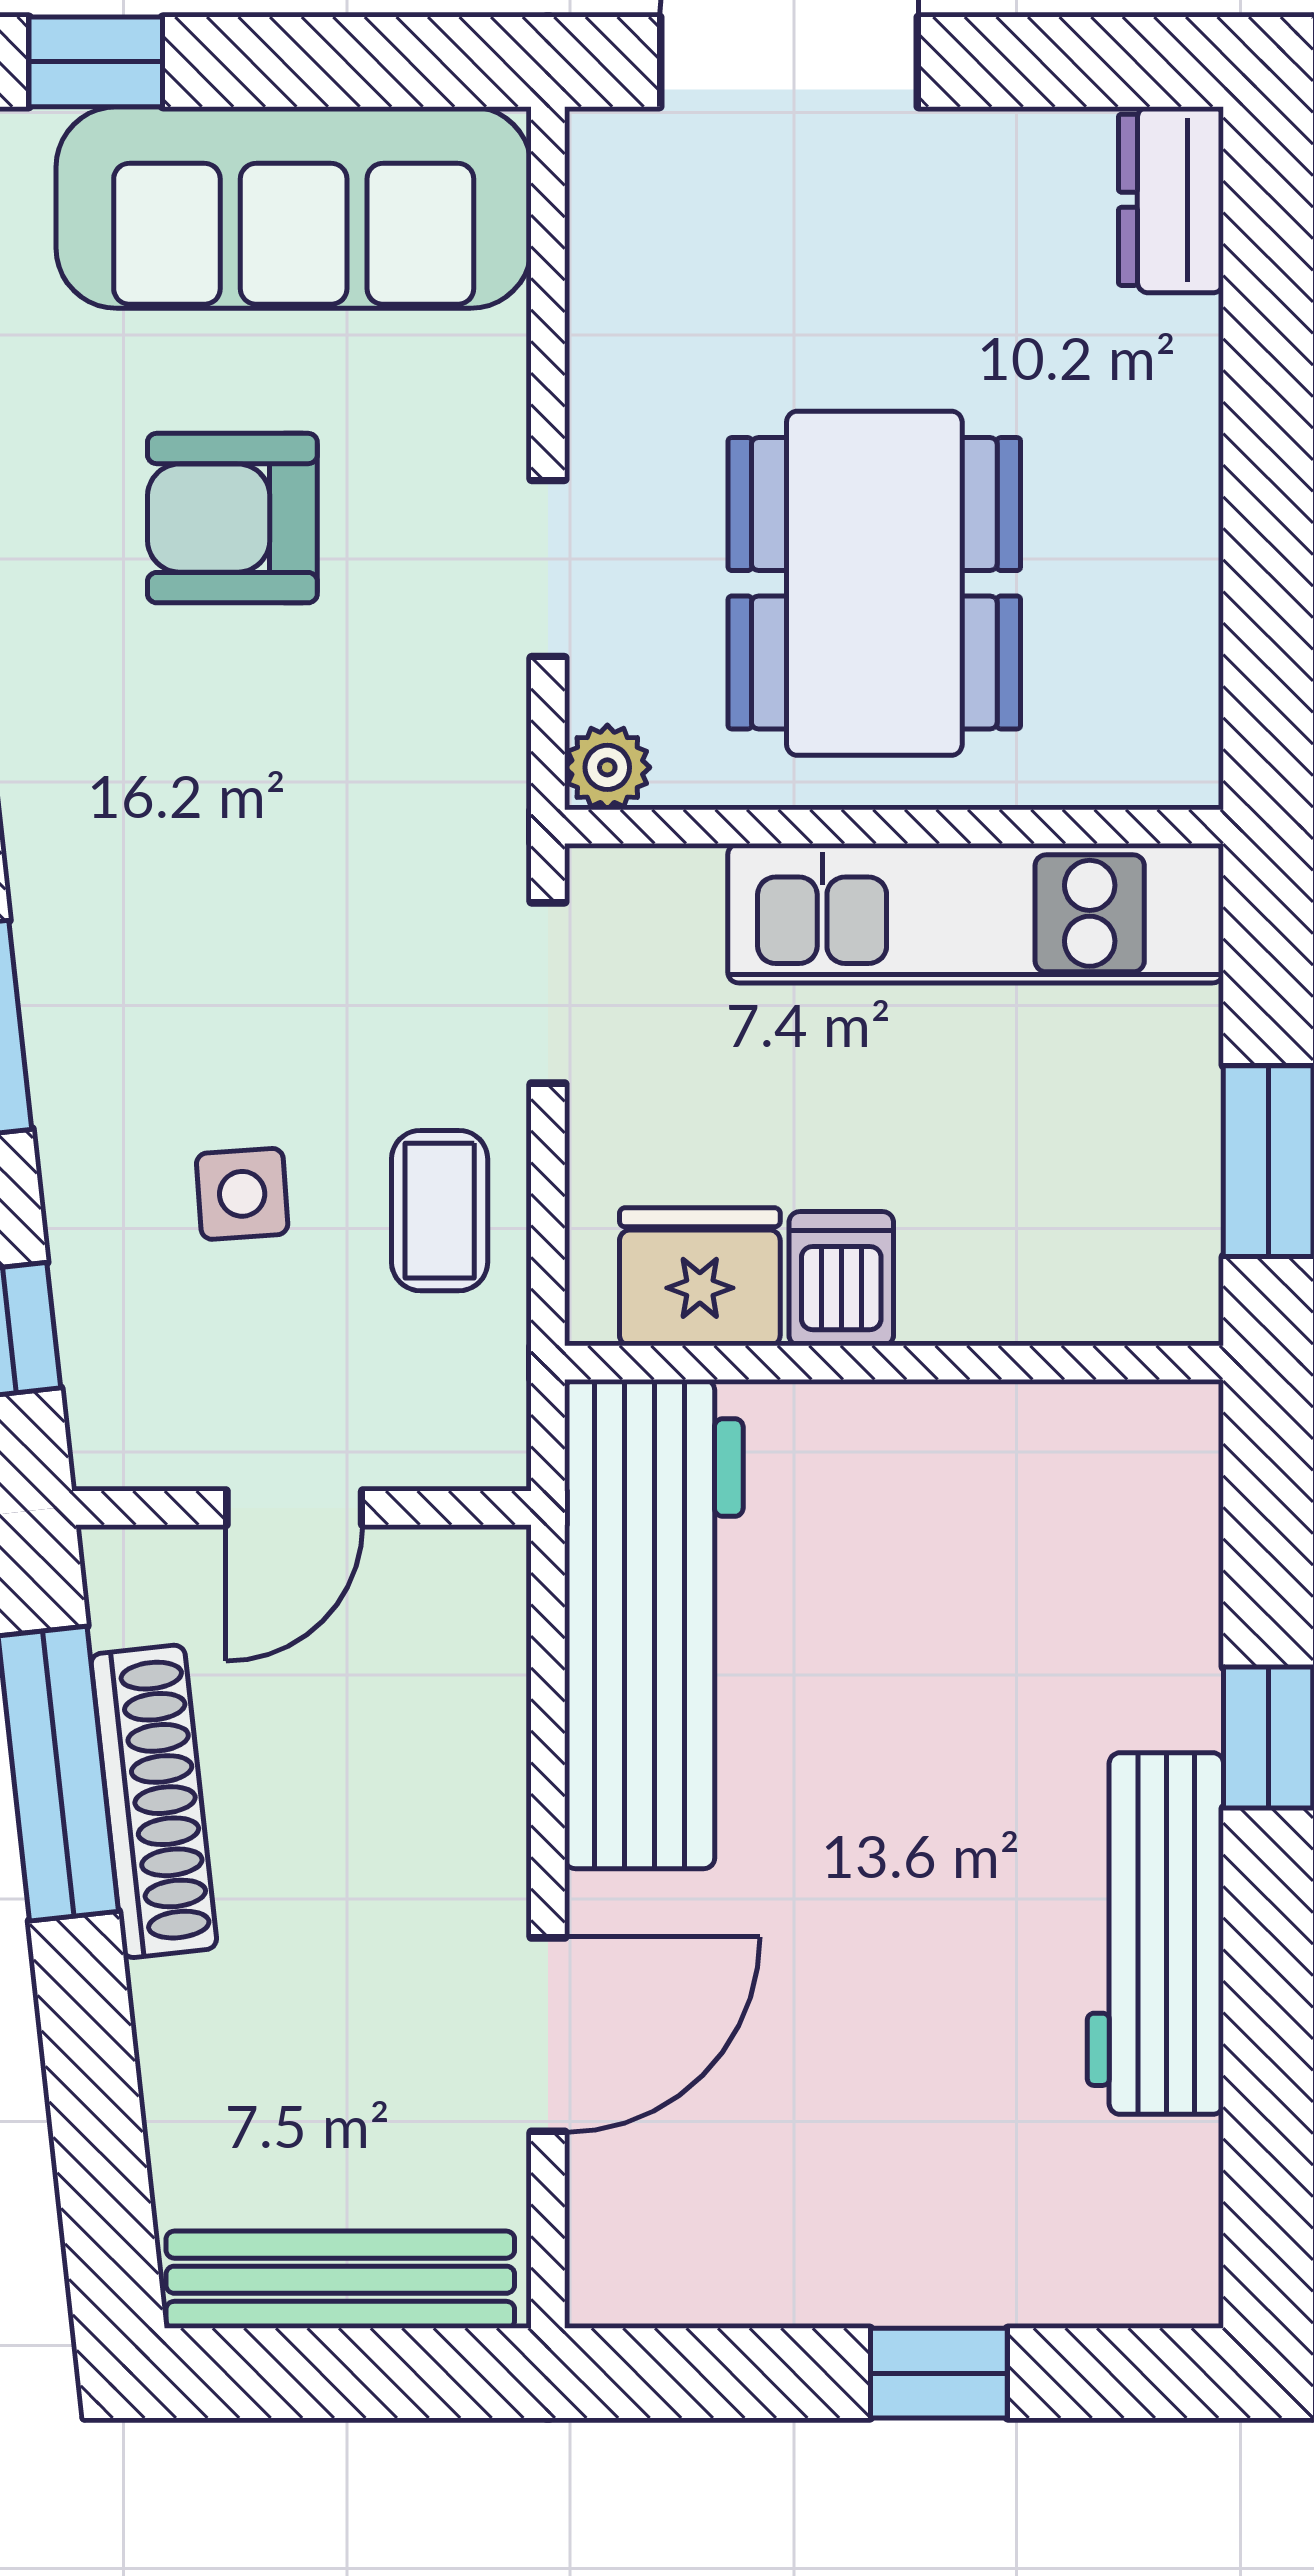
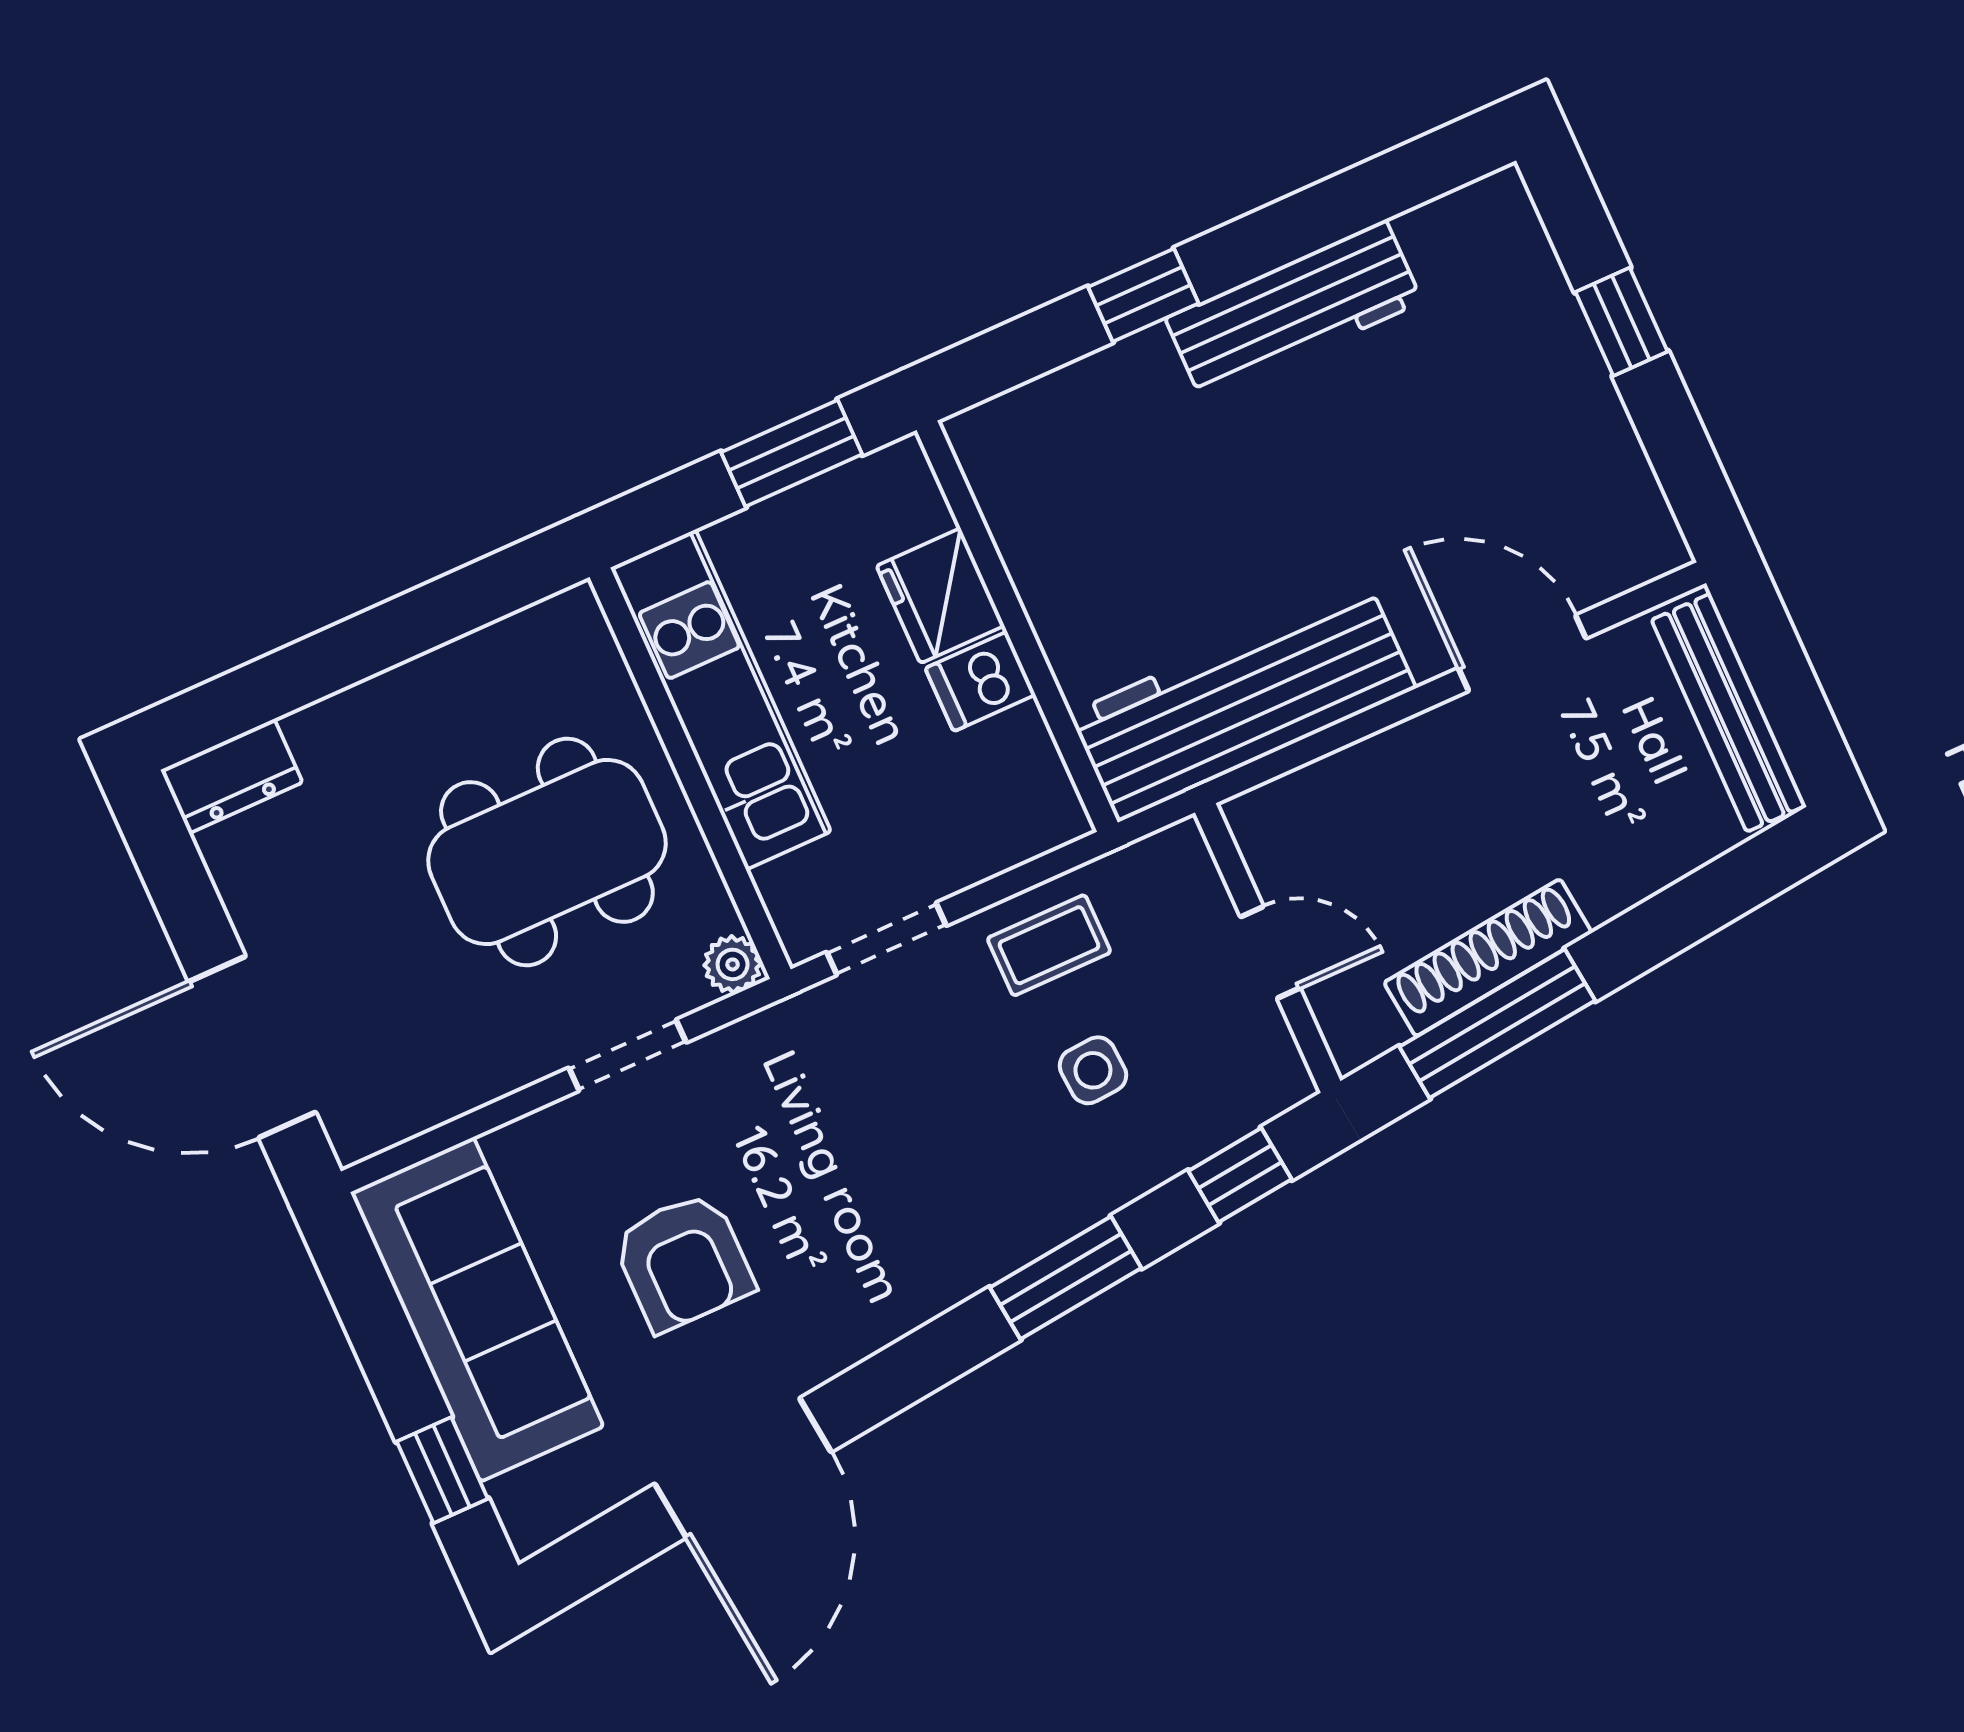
fridge: (700, 1277) -> (940, 596), moved

